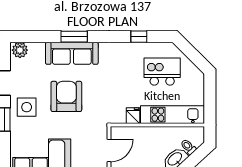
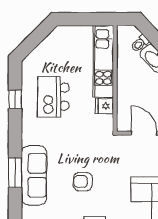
kitchen island: (162, 72) -> (53, 97), moved
armchair: (66, 96) -> (83, 182), width x0.53, depth x0.53

